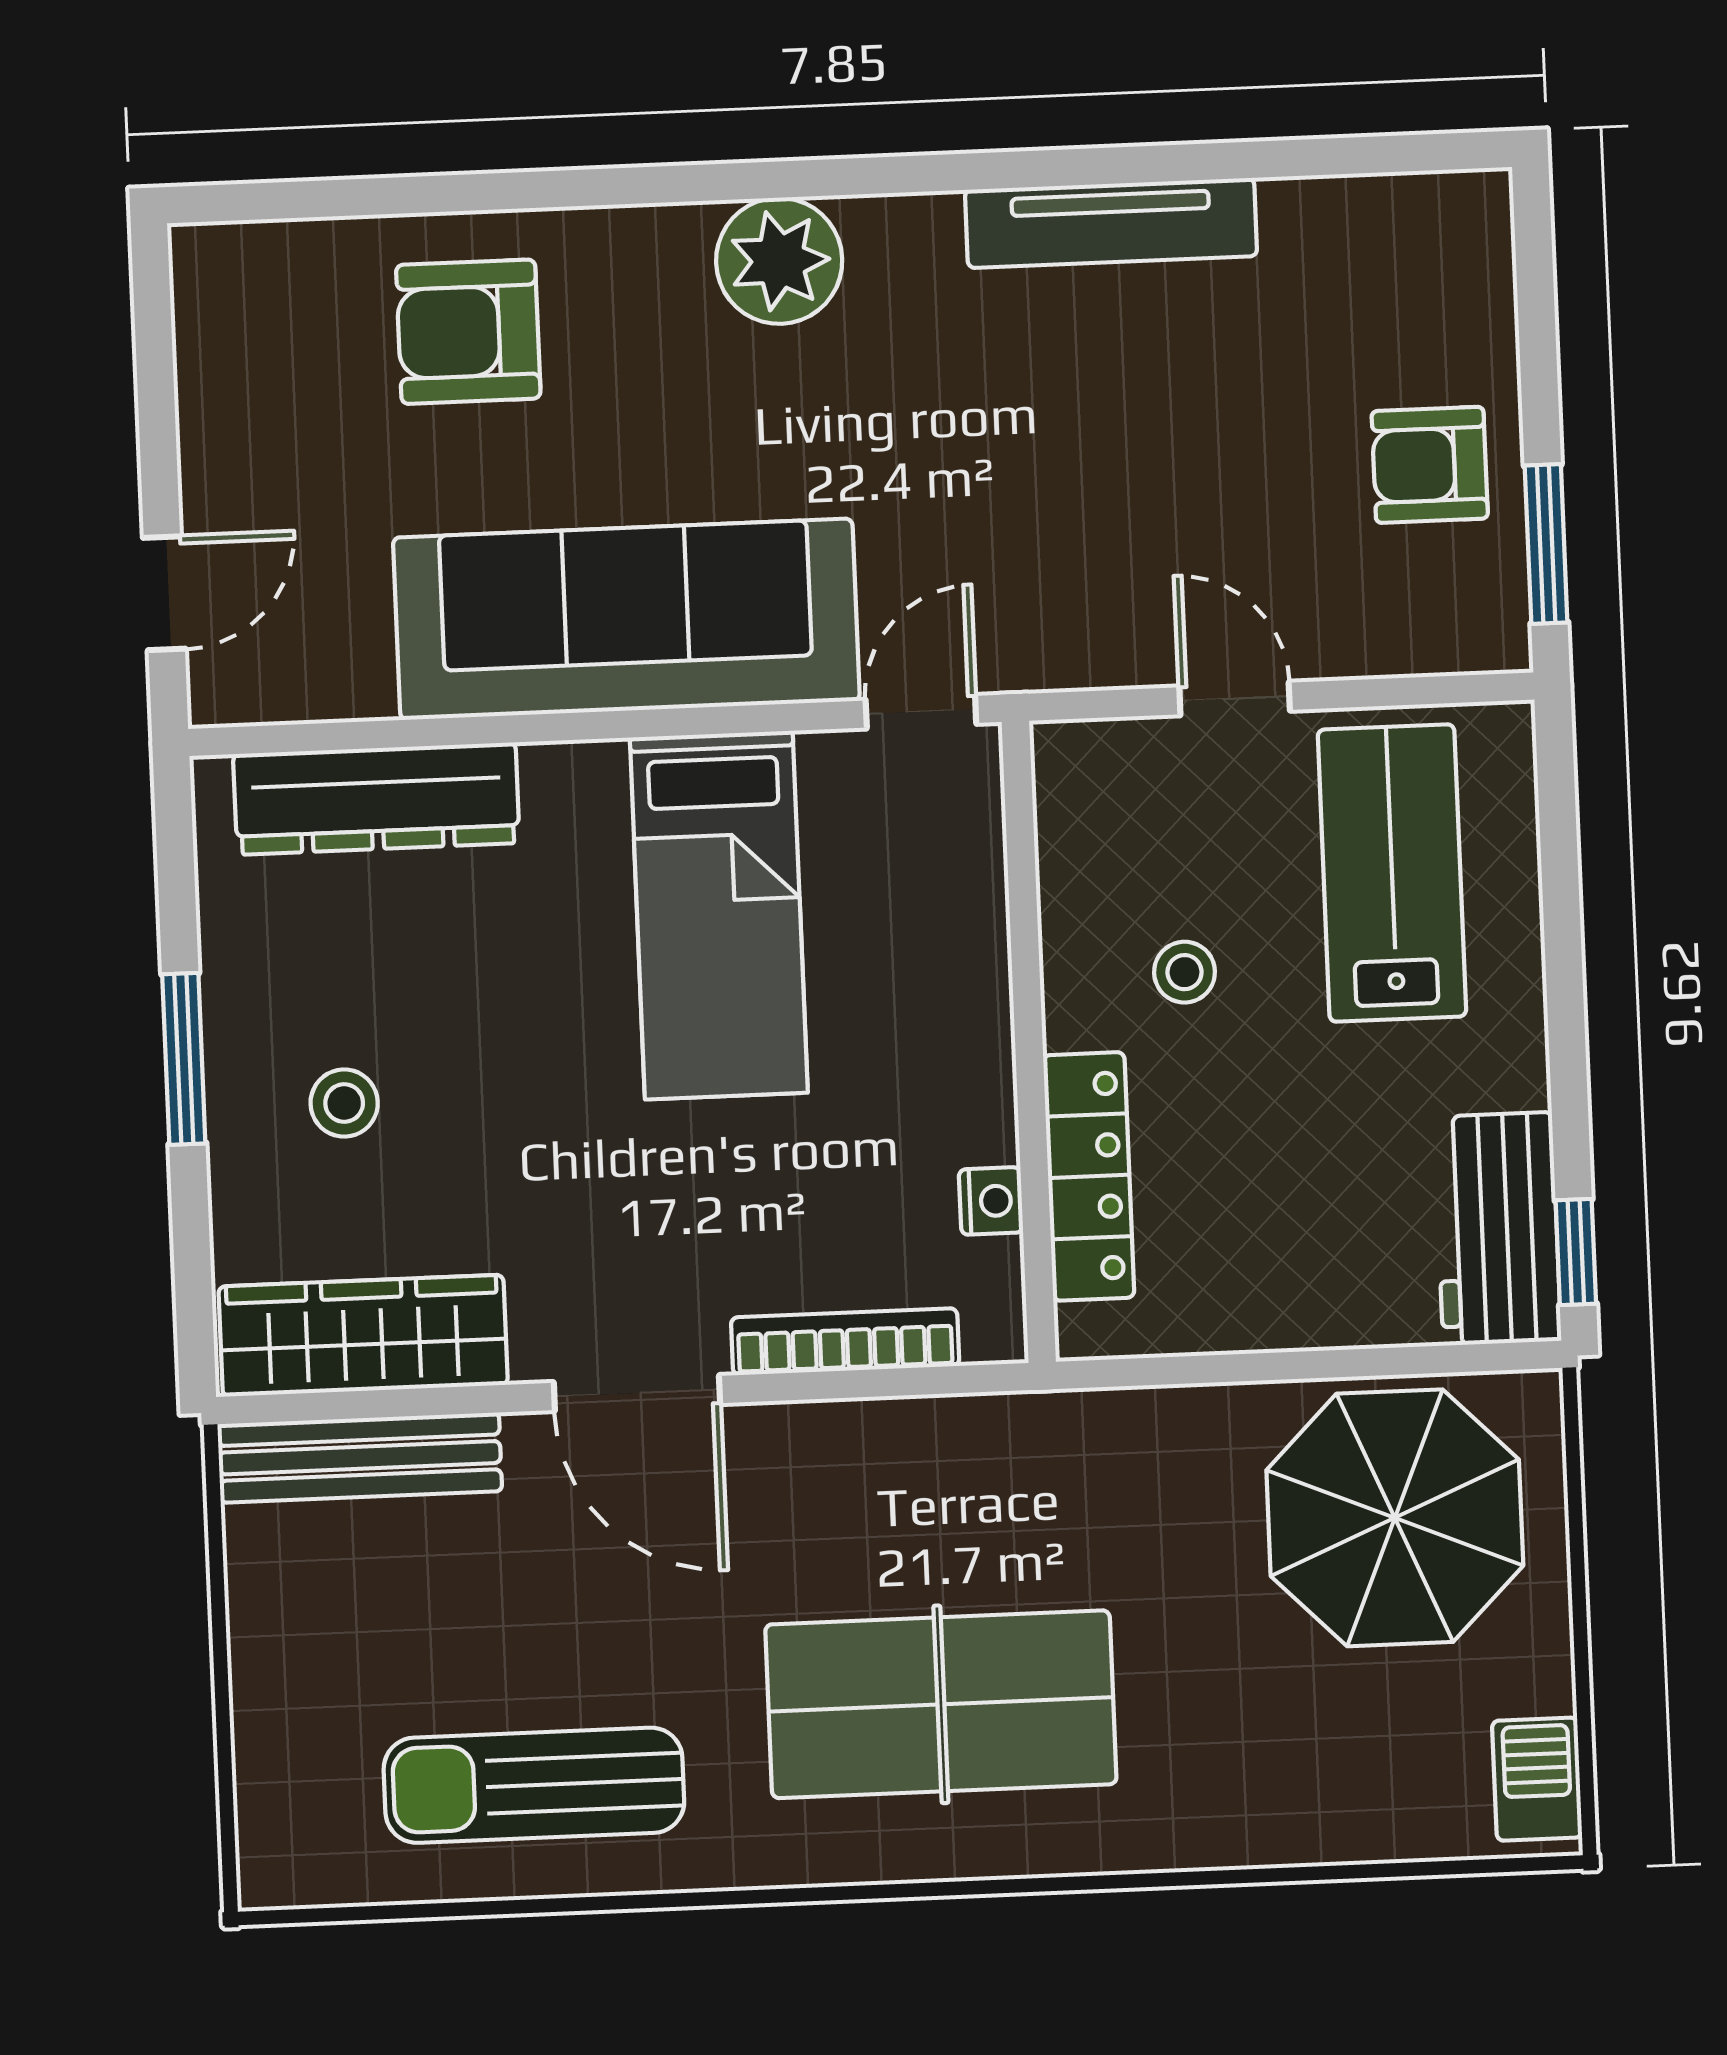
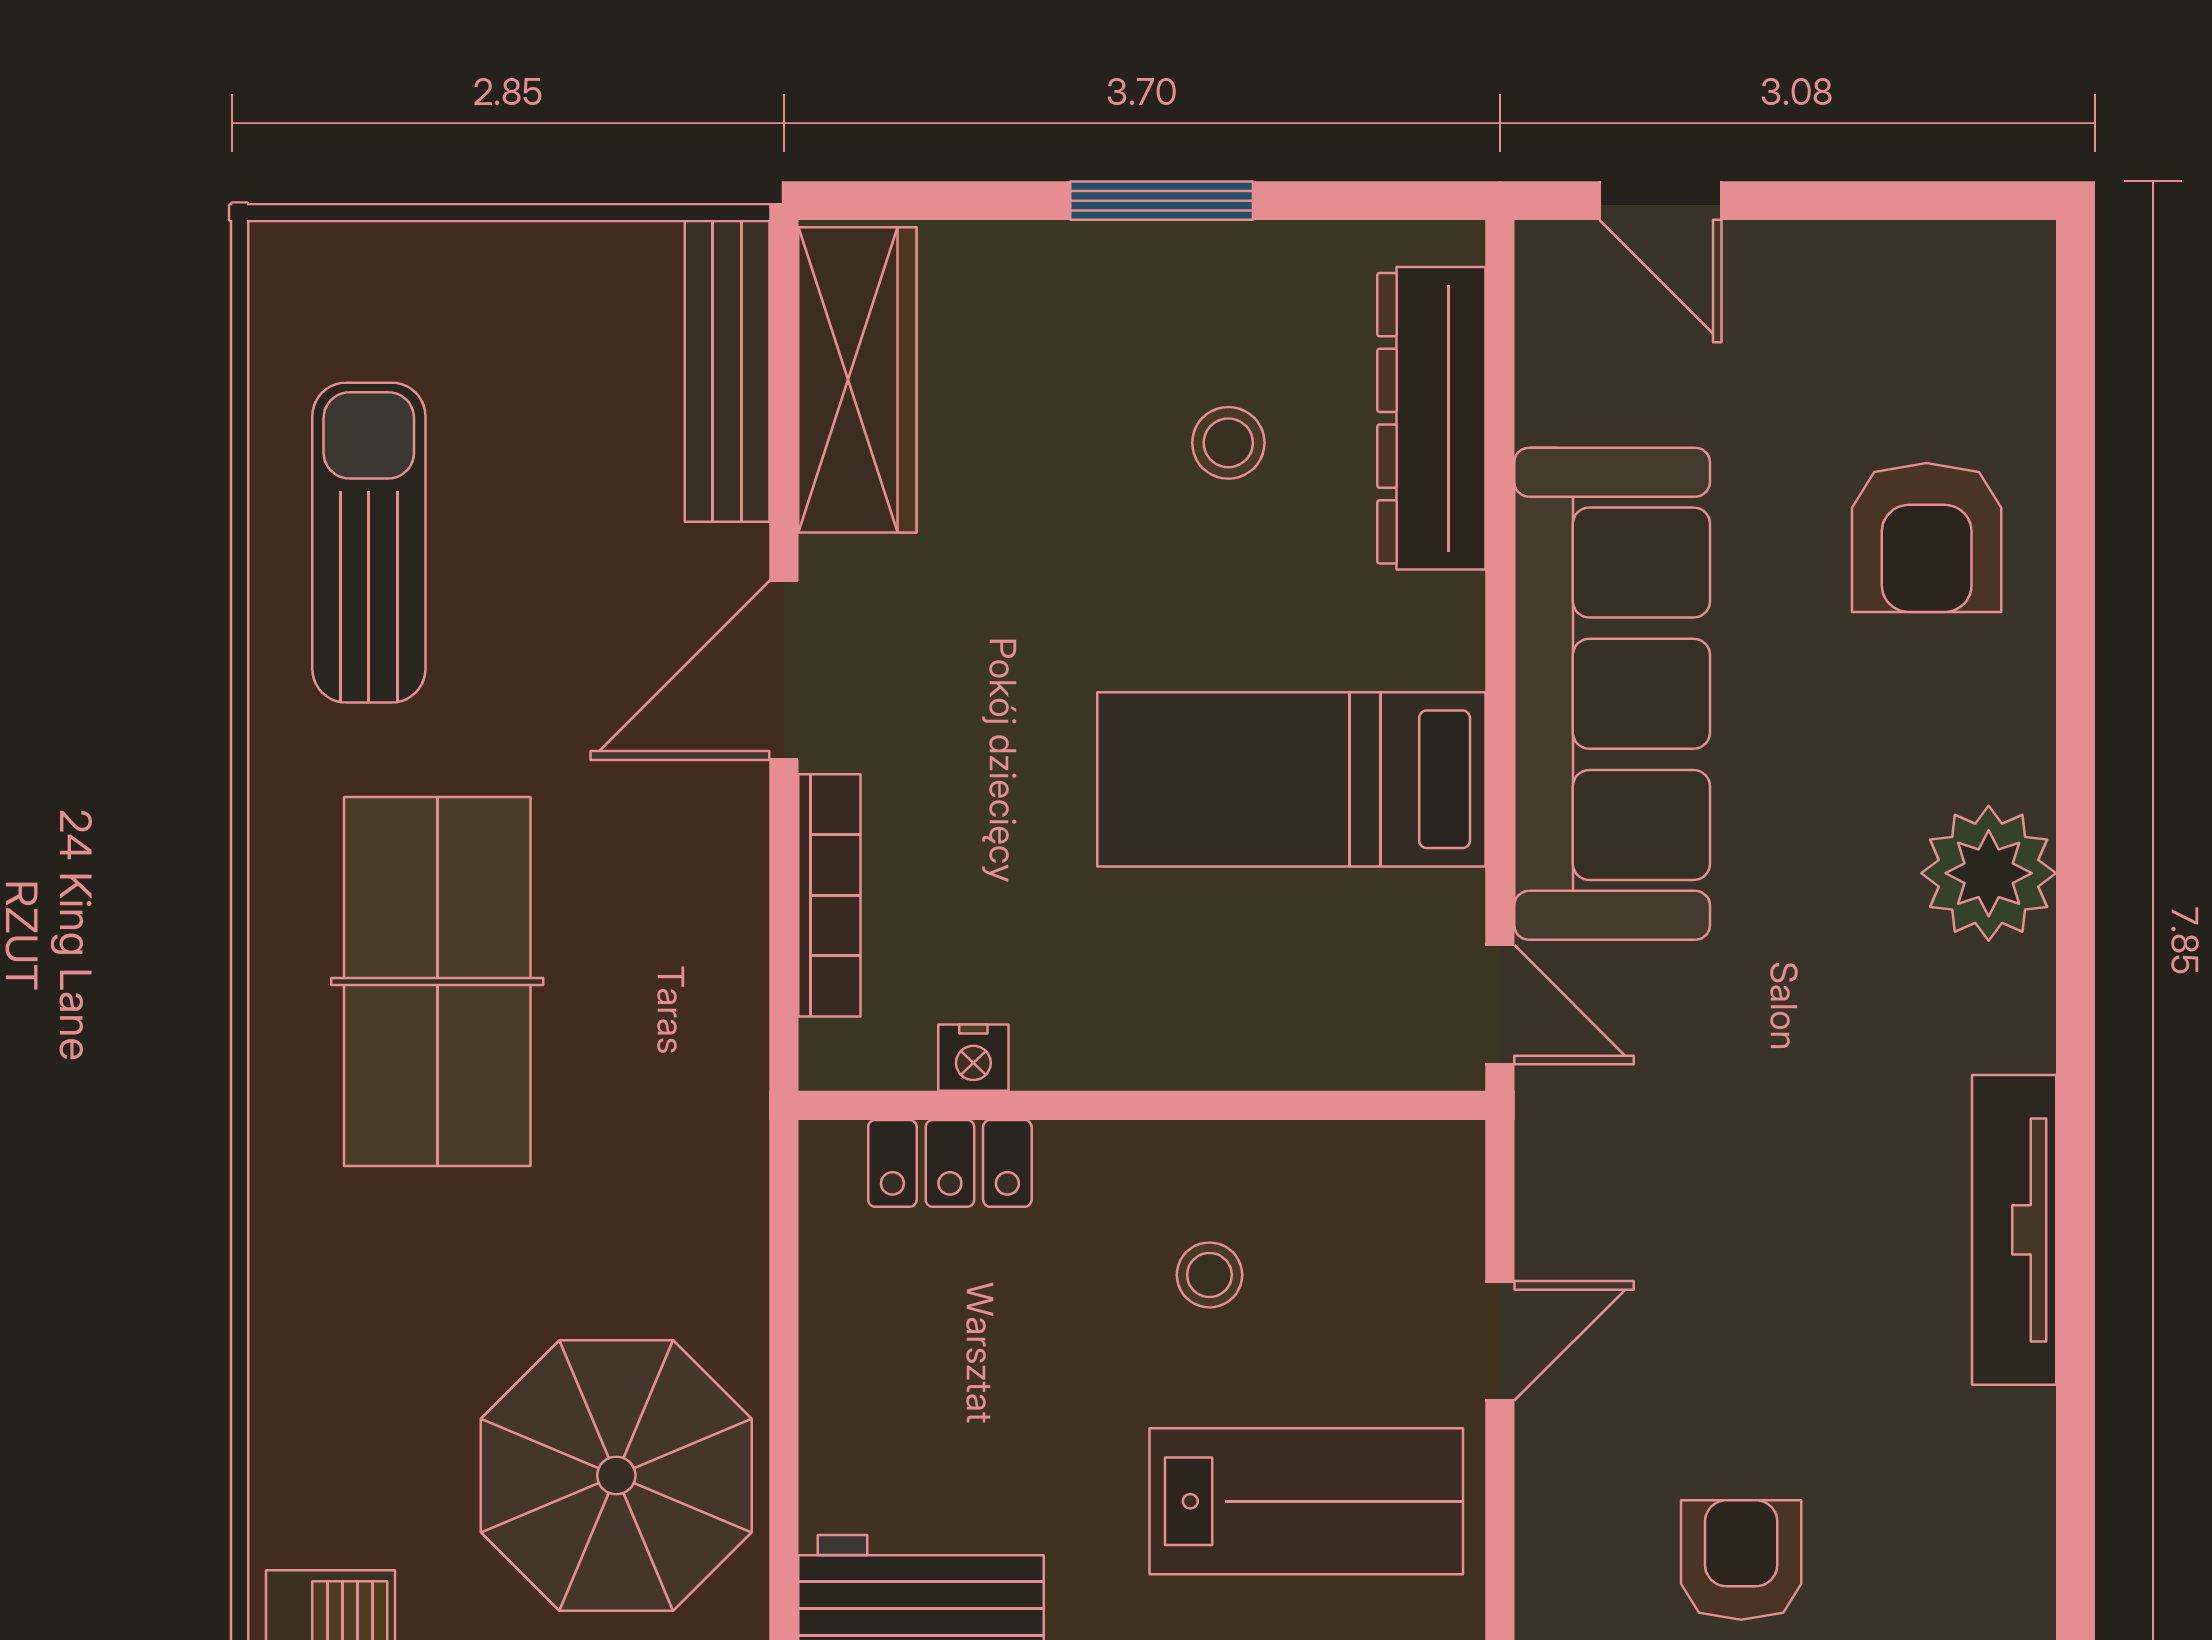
armchair: (468, 332) -> (1927, 538), turned 180
stool: (344, 1103) -> (1228, 443), moved
locker: (1089, 1176) -> (950, 1163), width x0.66

